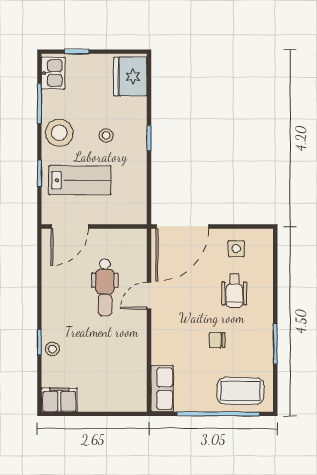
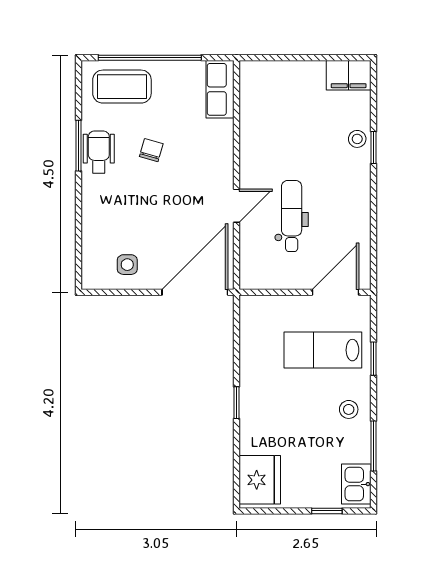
stool: (59, 133) -> (349, 409), width x0.53, depth x0.53
stool: (106, 135) -> (290, 406), removed
wheelchair: (234, 291) -> (99, 152), moved
chair: (217, 340) -> (151, 150), turned -74

